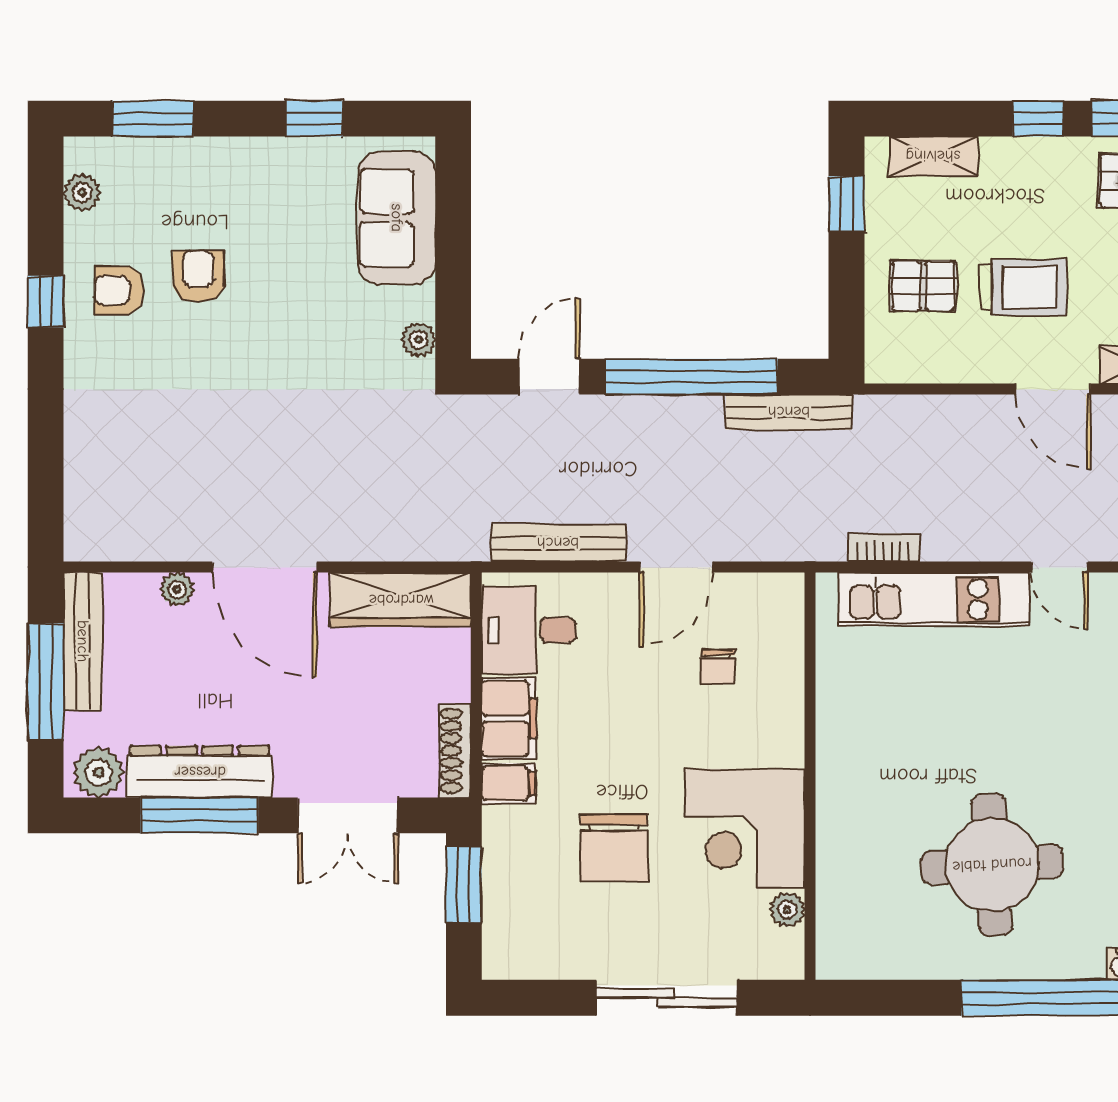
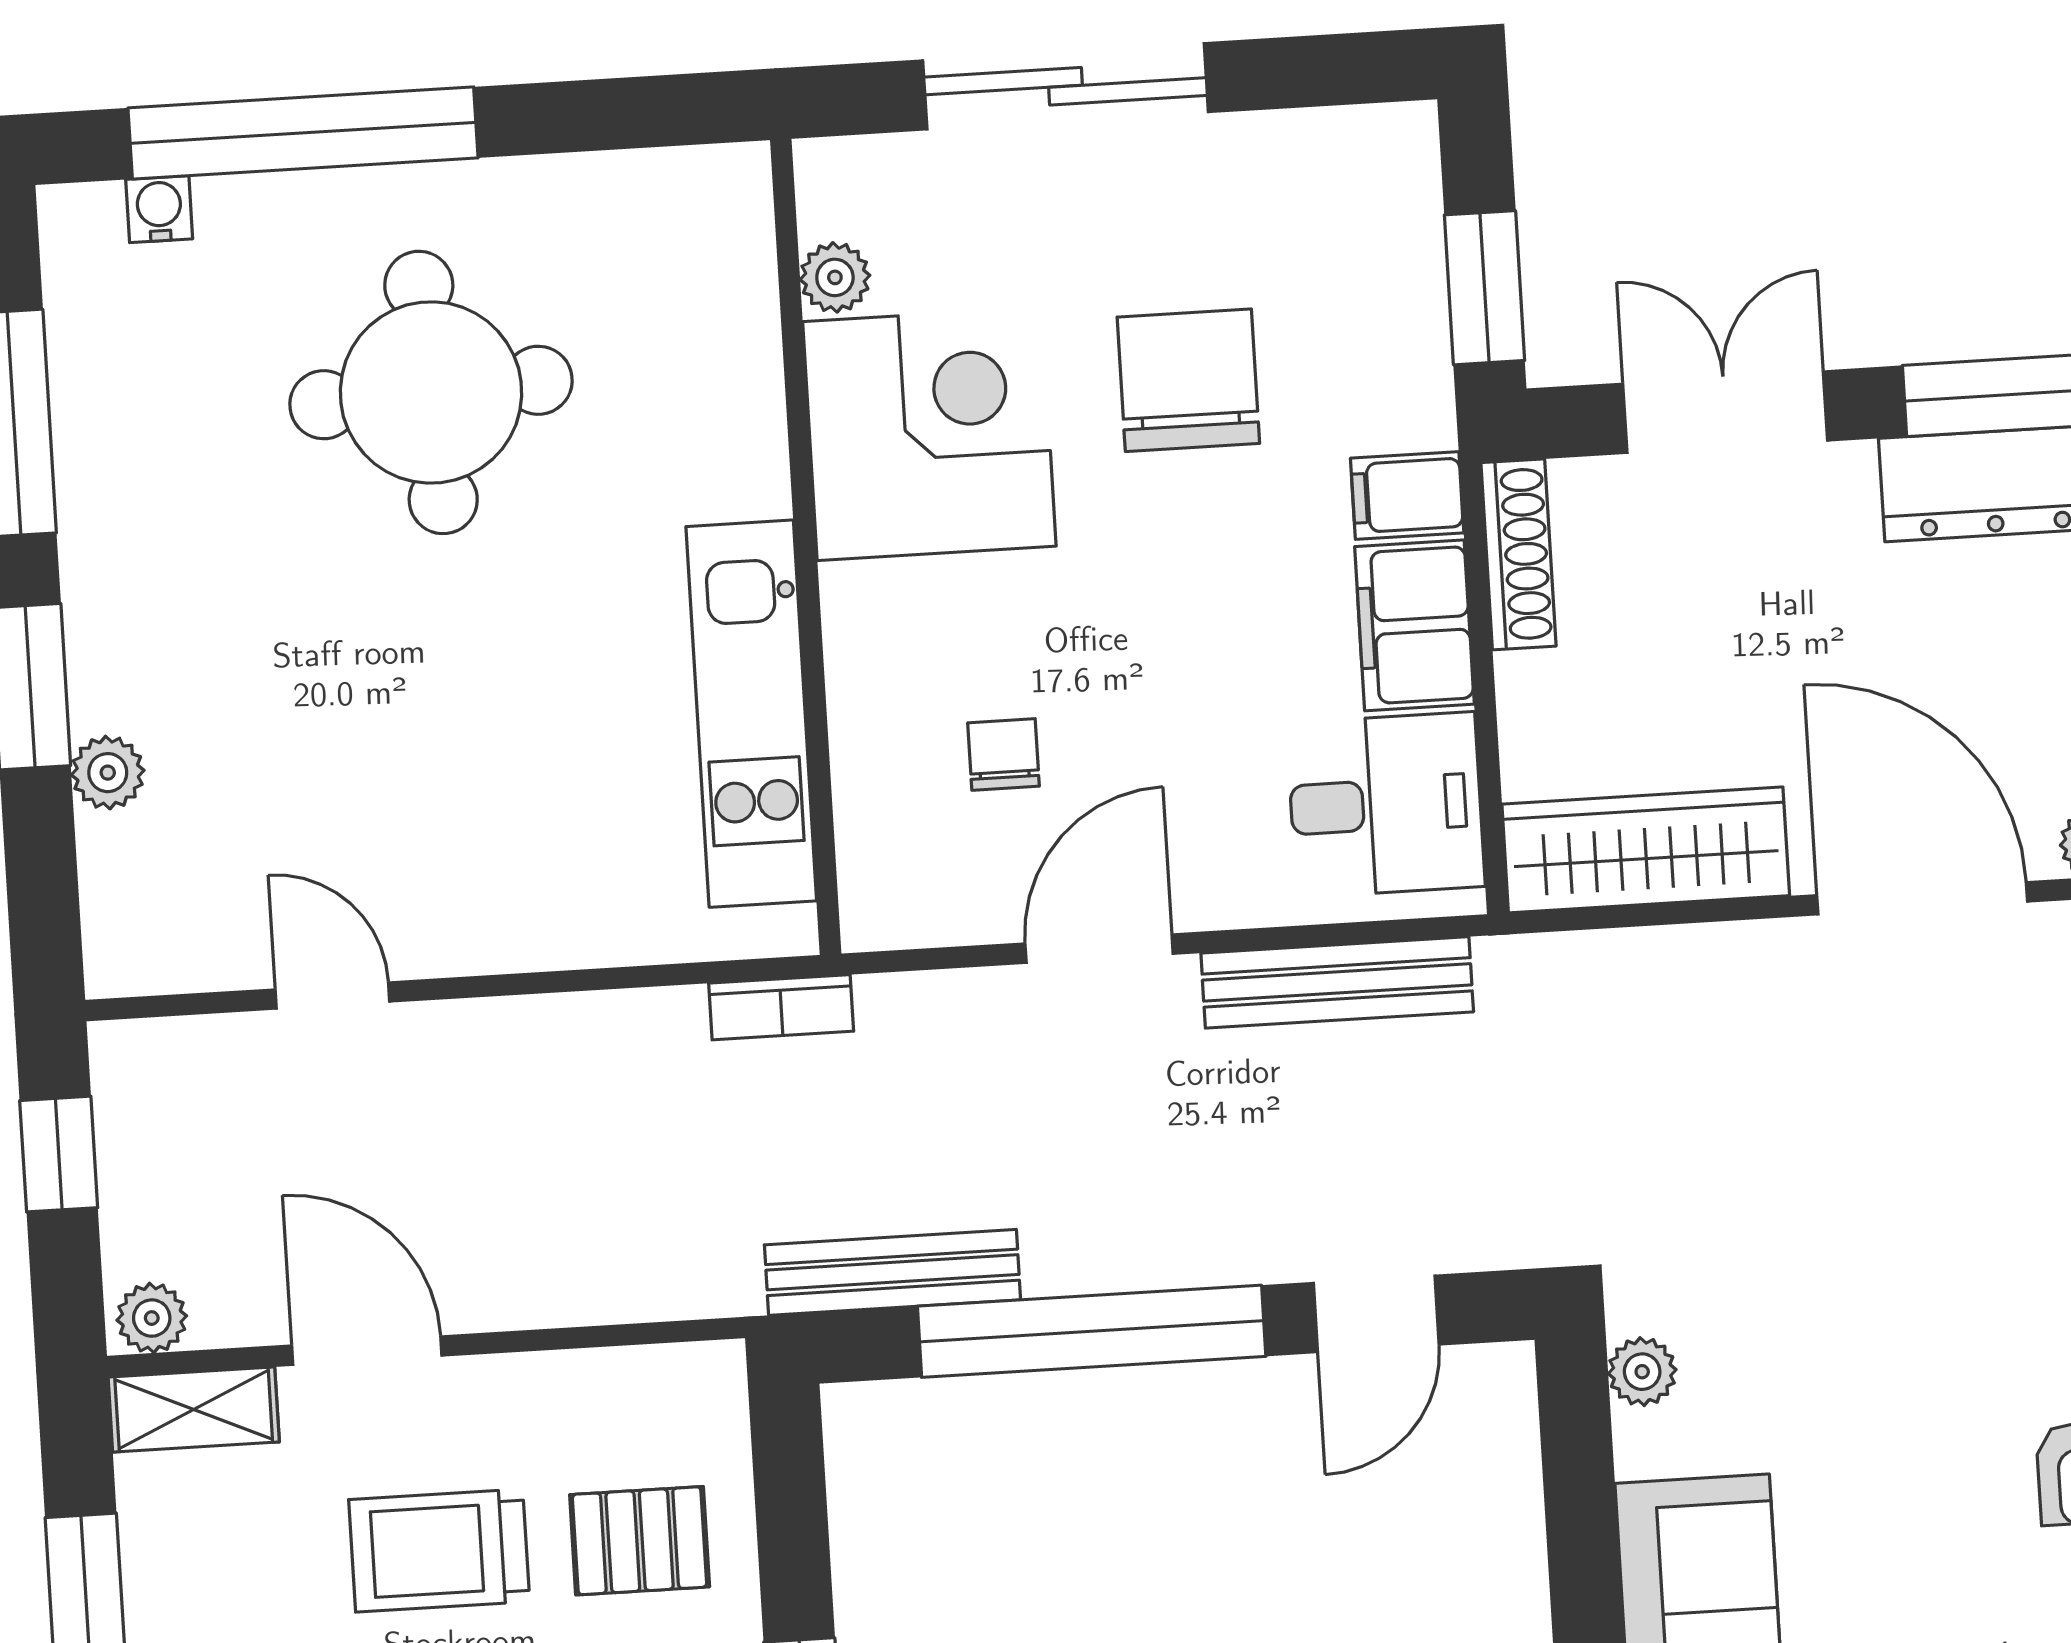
bookcase: (883, 548) -> (781, 1007), moved
kitchen unit: (934, 599) -> (751, 714), moved, turned -90

